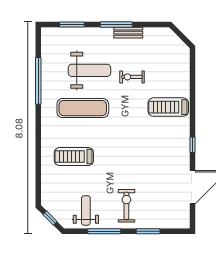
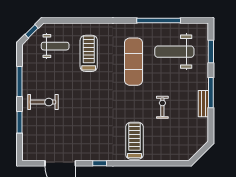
weight bench: (89, 70) -> (174, 52), moved, turned 90
weight bench: (86, 210) -> (55, 46), moved

